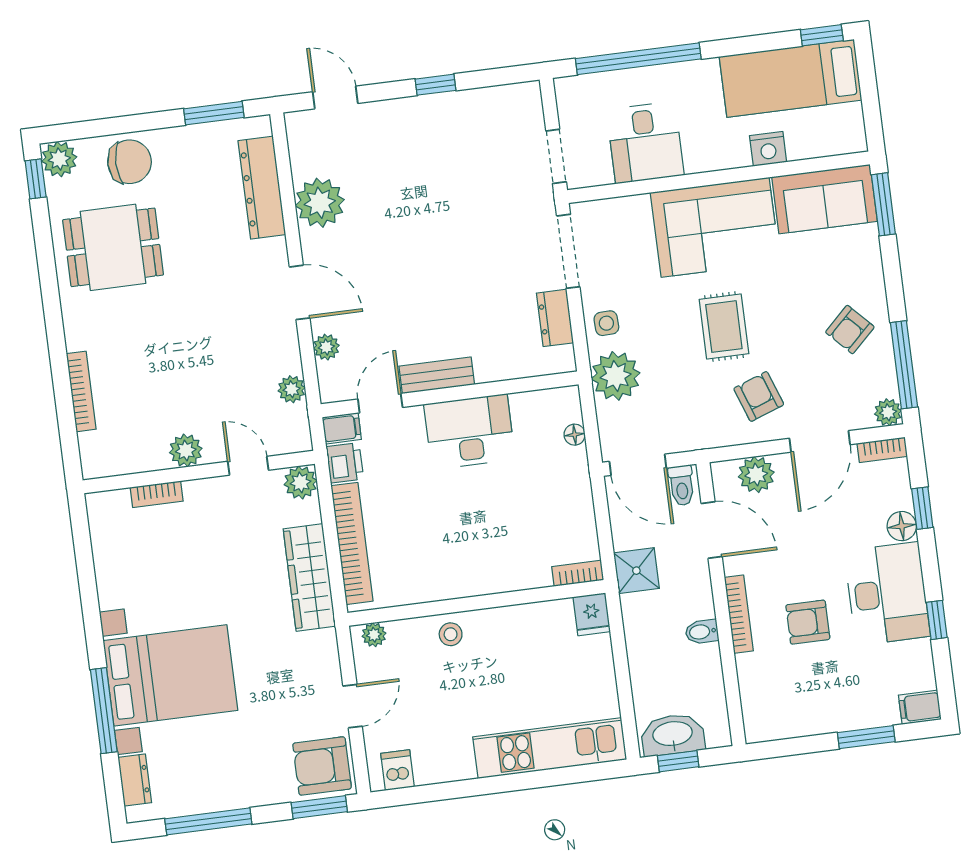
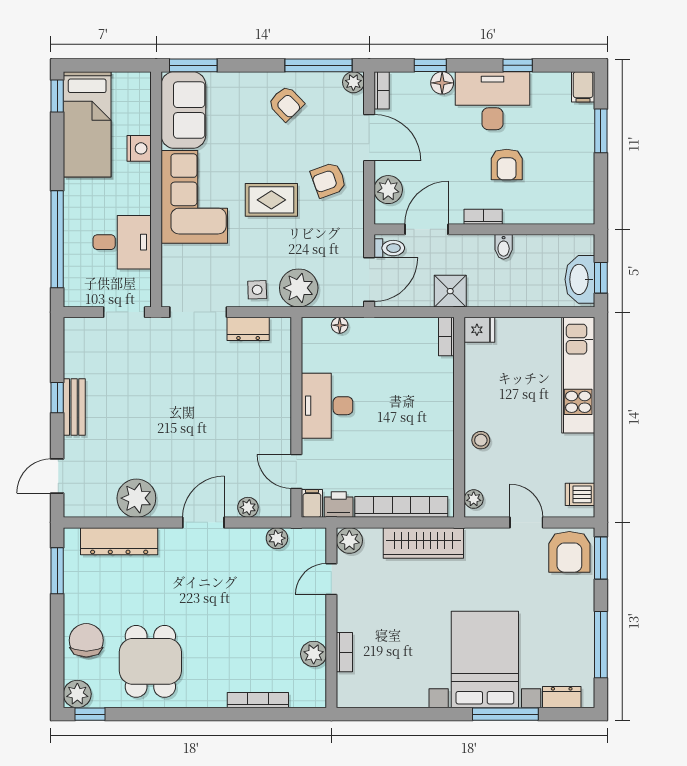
bench: (437, 375) -> (74, 407), moved
plant: (186, 450) -> (314, 654), moved
bookcase: (739, 614) -> (483, 217), width x0.64

